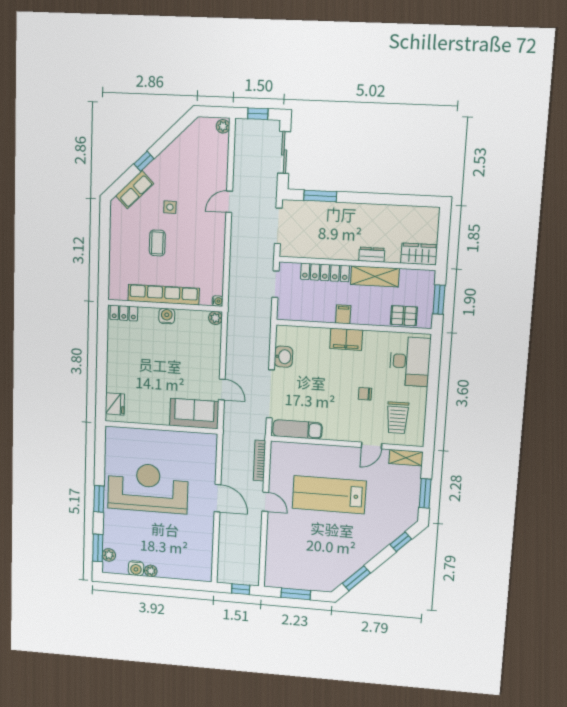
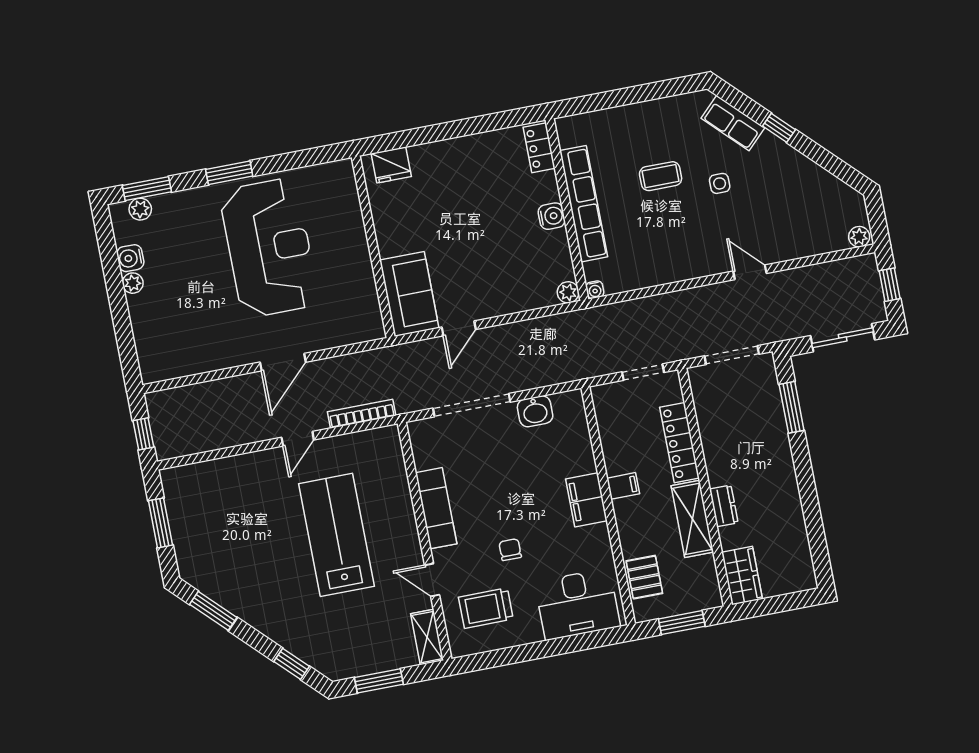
exam couch: (297, 429) -> (436, 508), moved

